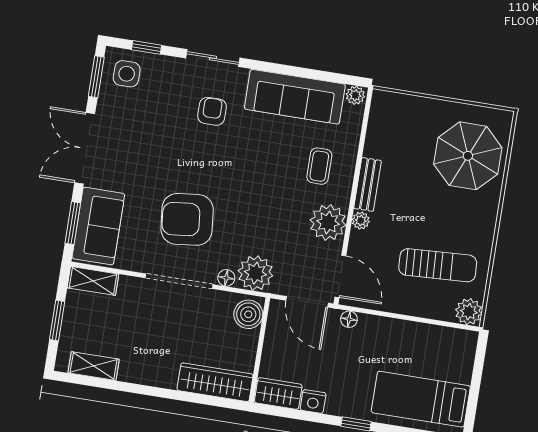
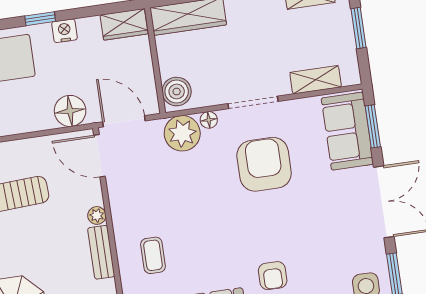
armchair: (187, 219) -> (264, 164), turned -84
plant: (328, 222) -> (128, 204), removed
shelving: (93, 281) -> (316, 80), moved
doorway: (179, 281) -> (253, 102), width x0.73
floor lamp: (349, 319) -> (70, 111), width x1.89, depth x1.89
nightstand: (313, 401) -> (64, 31), moved

